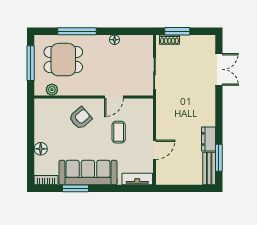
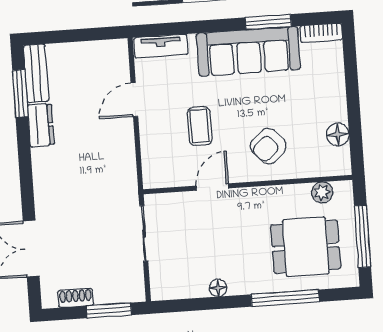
shoe rack: (169, 40) -> (76, 298), moved
floor lamp: (41, 149) -> (338, 135), moved

